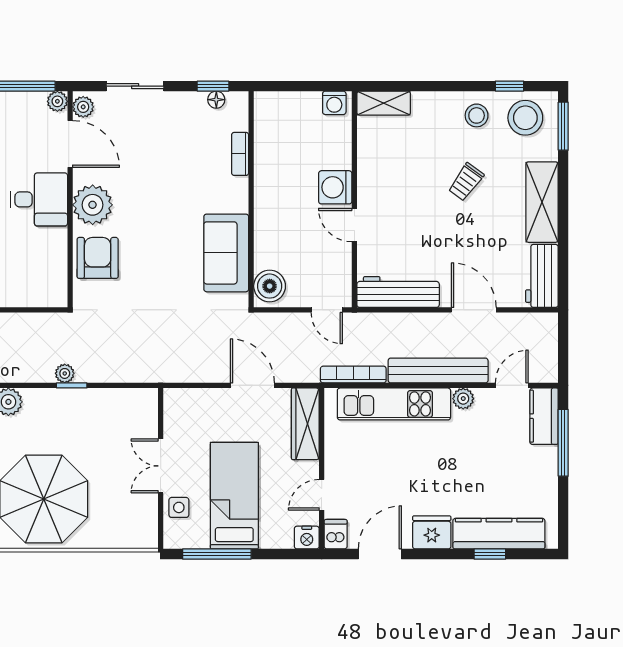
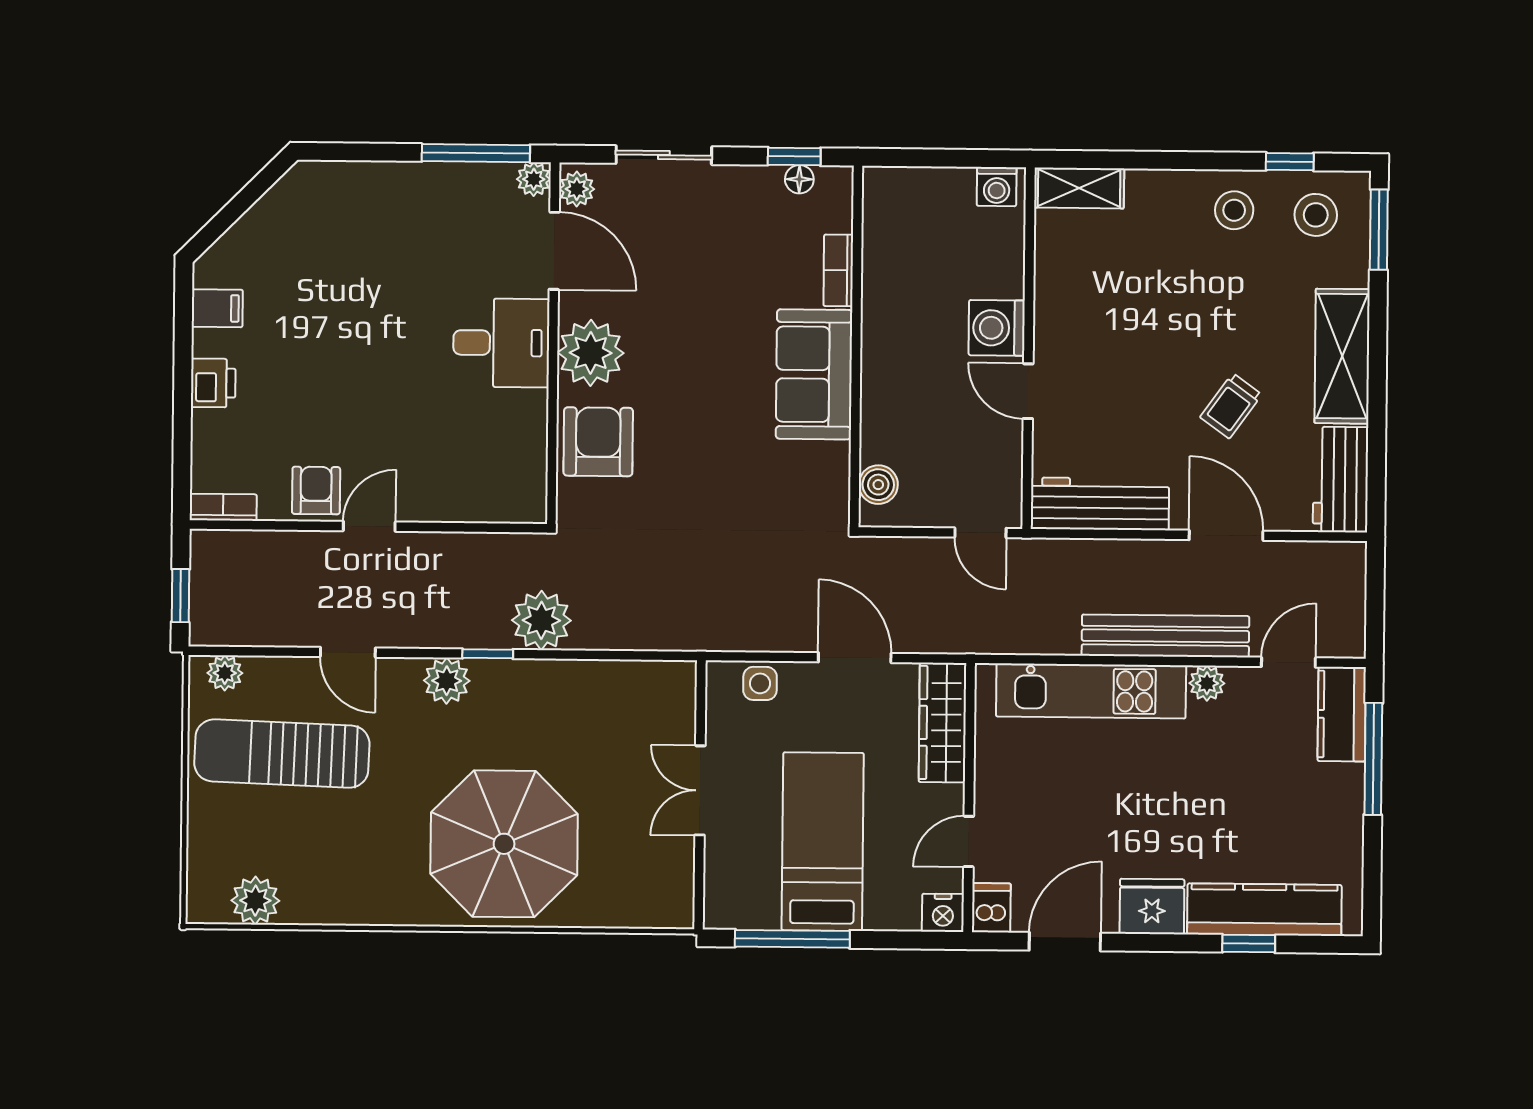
stool: (525, 118) -> (1316, 215), width x0.73, depth x0.73
trolley: (466, 182) -> (1231, 406), moved
sofa: (226, 253) -> (814, 374), moved
boiler: (270, 286) -> (878, 485), width x0.73, depth x0.73
plant: (65, 373) -> (541, 620), width x1.88, depth x1.88
bookcase: (353, 375) -> (1024, 641), removed
window: (72, 385) -> (488, 654), moved
side table: (179, 507) -> (760, 683), moved

